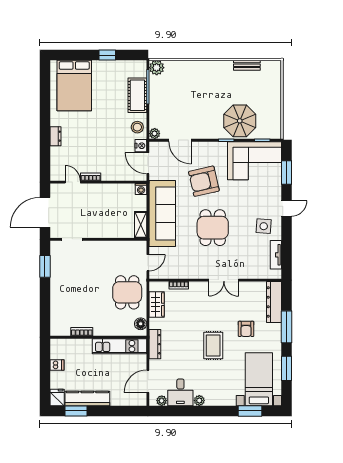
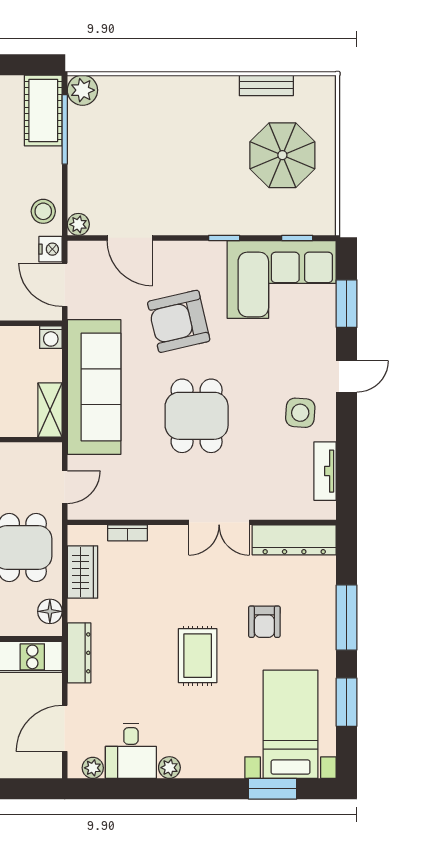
cot: (137, 95) -> (43, 111), moved
parasol: (240, 121) -> (282, 155), moved
dresser: (274, 302) -> (294, 540), moved, turned -90

